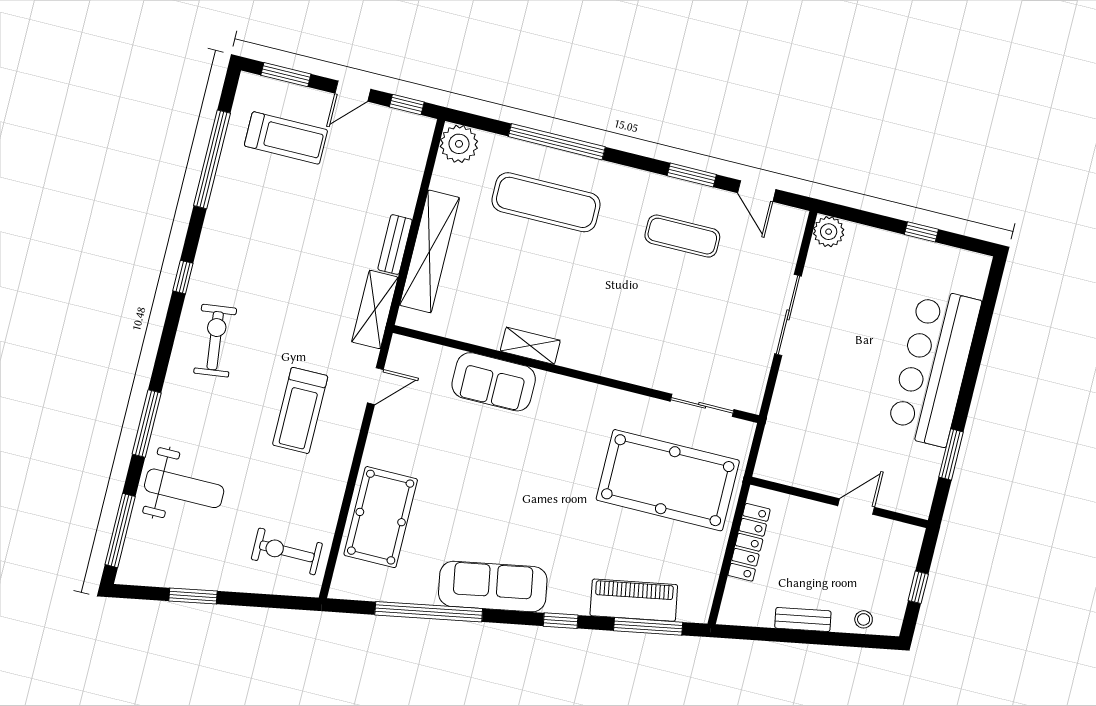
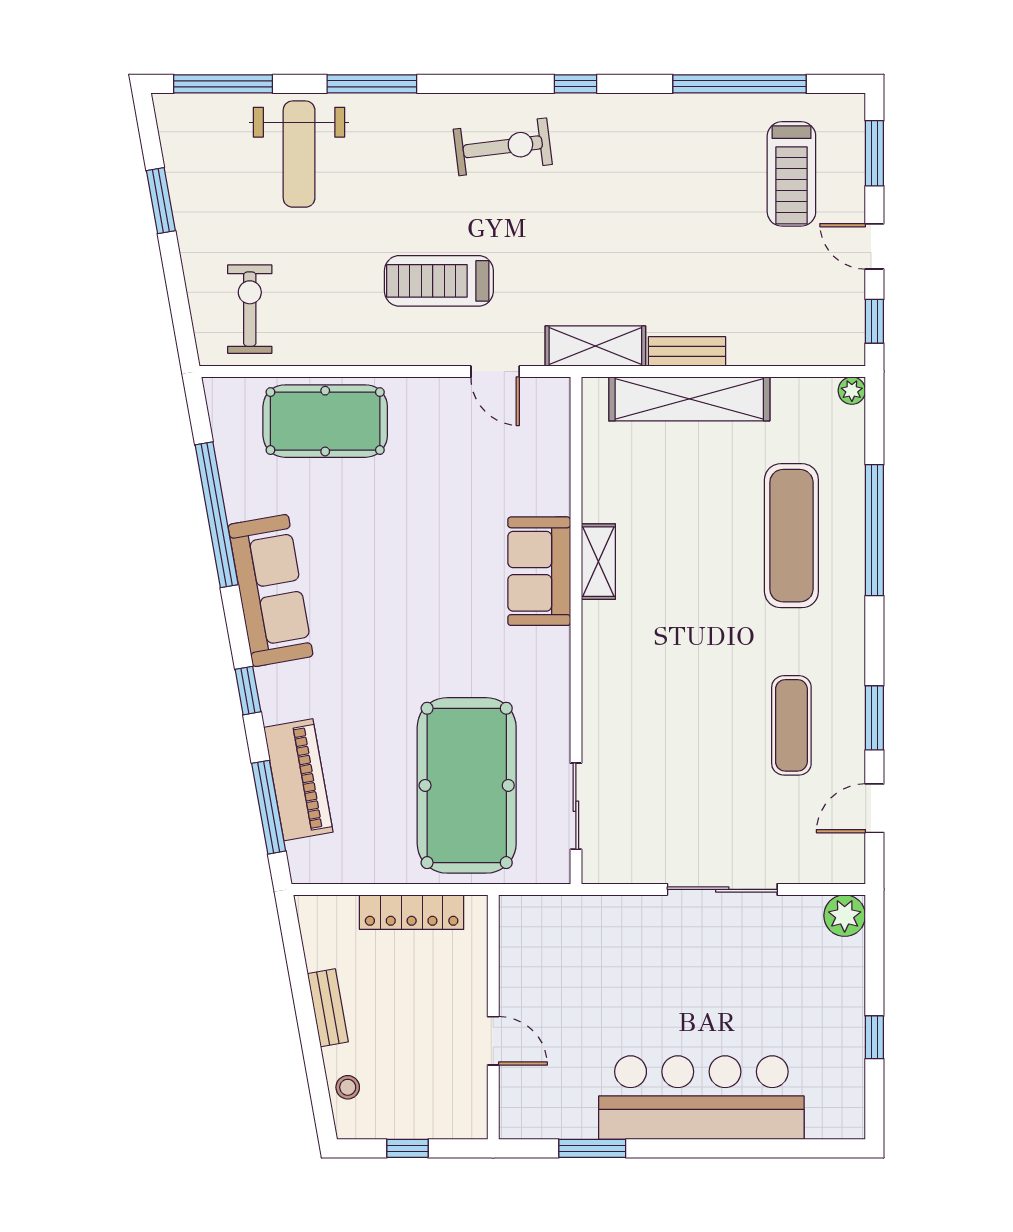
plant: (459, 144) -> (852, 391), width x0.53, depth x0.53
sofa: (494, 382) -> (539, 571), moved

